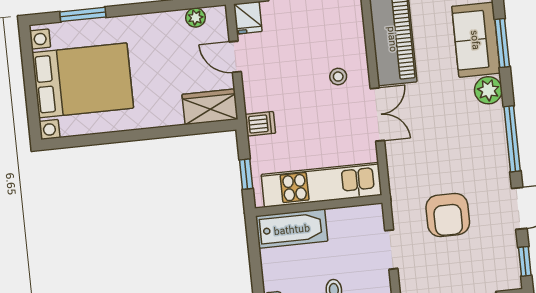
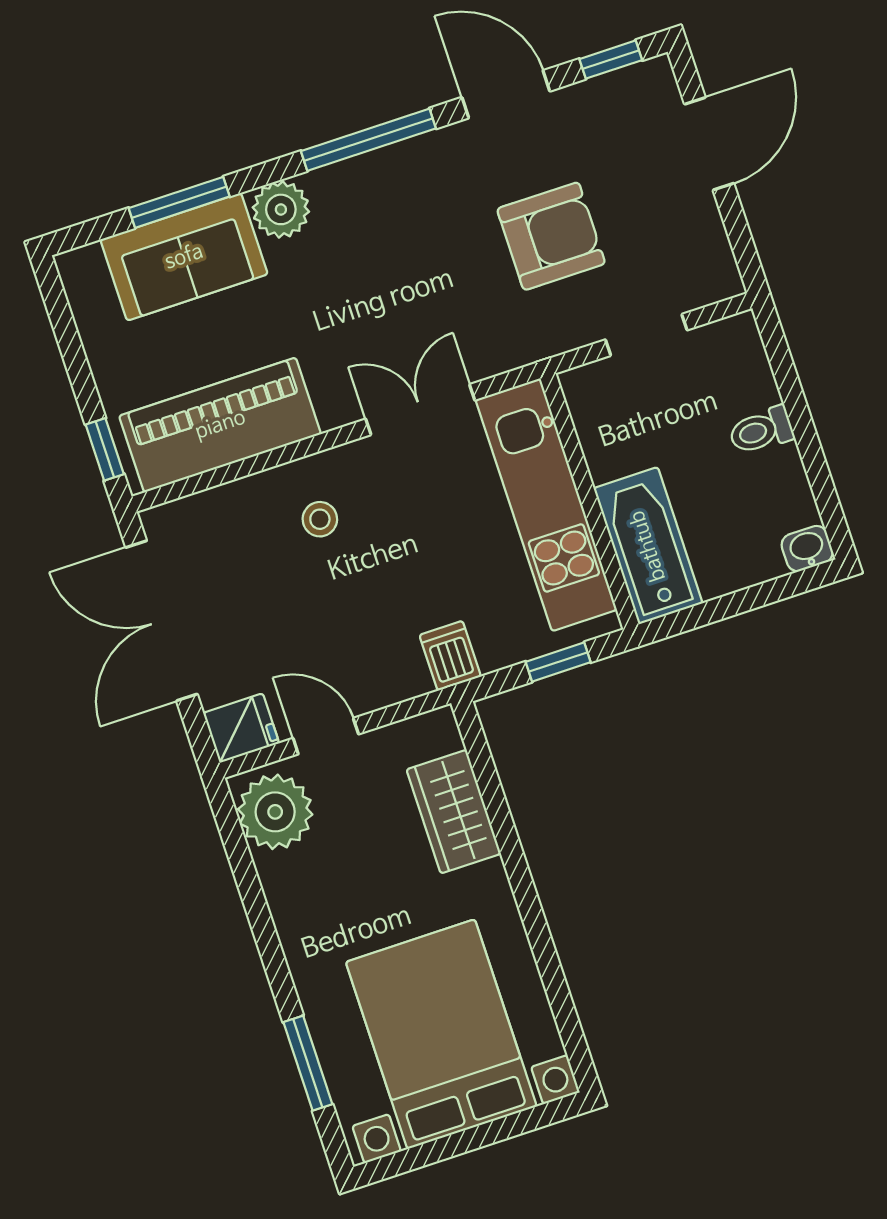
plant: (196, 18) -> (275, 812), width x1.88, depth x1.88
door: (235, 57) -> (326, 736), swing flipped
wardrobe: (210, 107) -> (454, 812), moved
double door: (377, 115) -> (420, 410), moved

